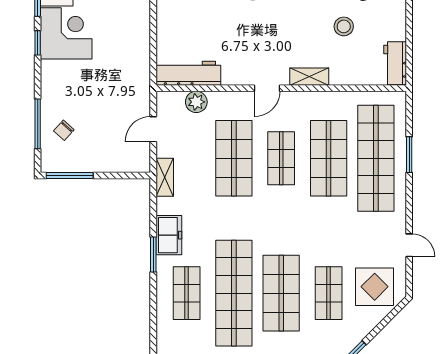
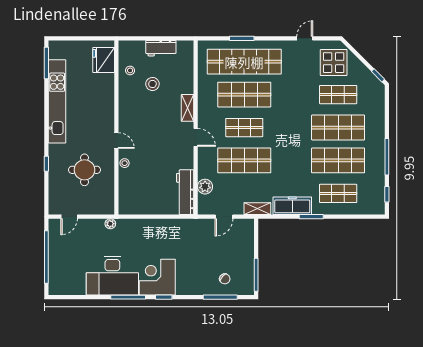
workbench: (395, 63) -> (161, 48), moved
door: (153, 129) -> (224, 217), hinge flipped
freezer: (169, 235) -> (292, 206), width x1.40
shop shelf: (234, 293) -> (338, 160), width x0.71

